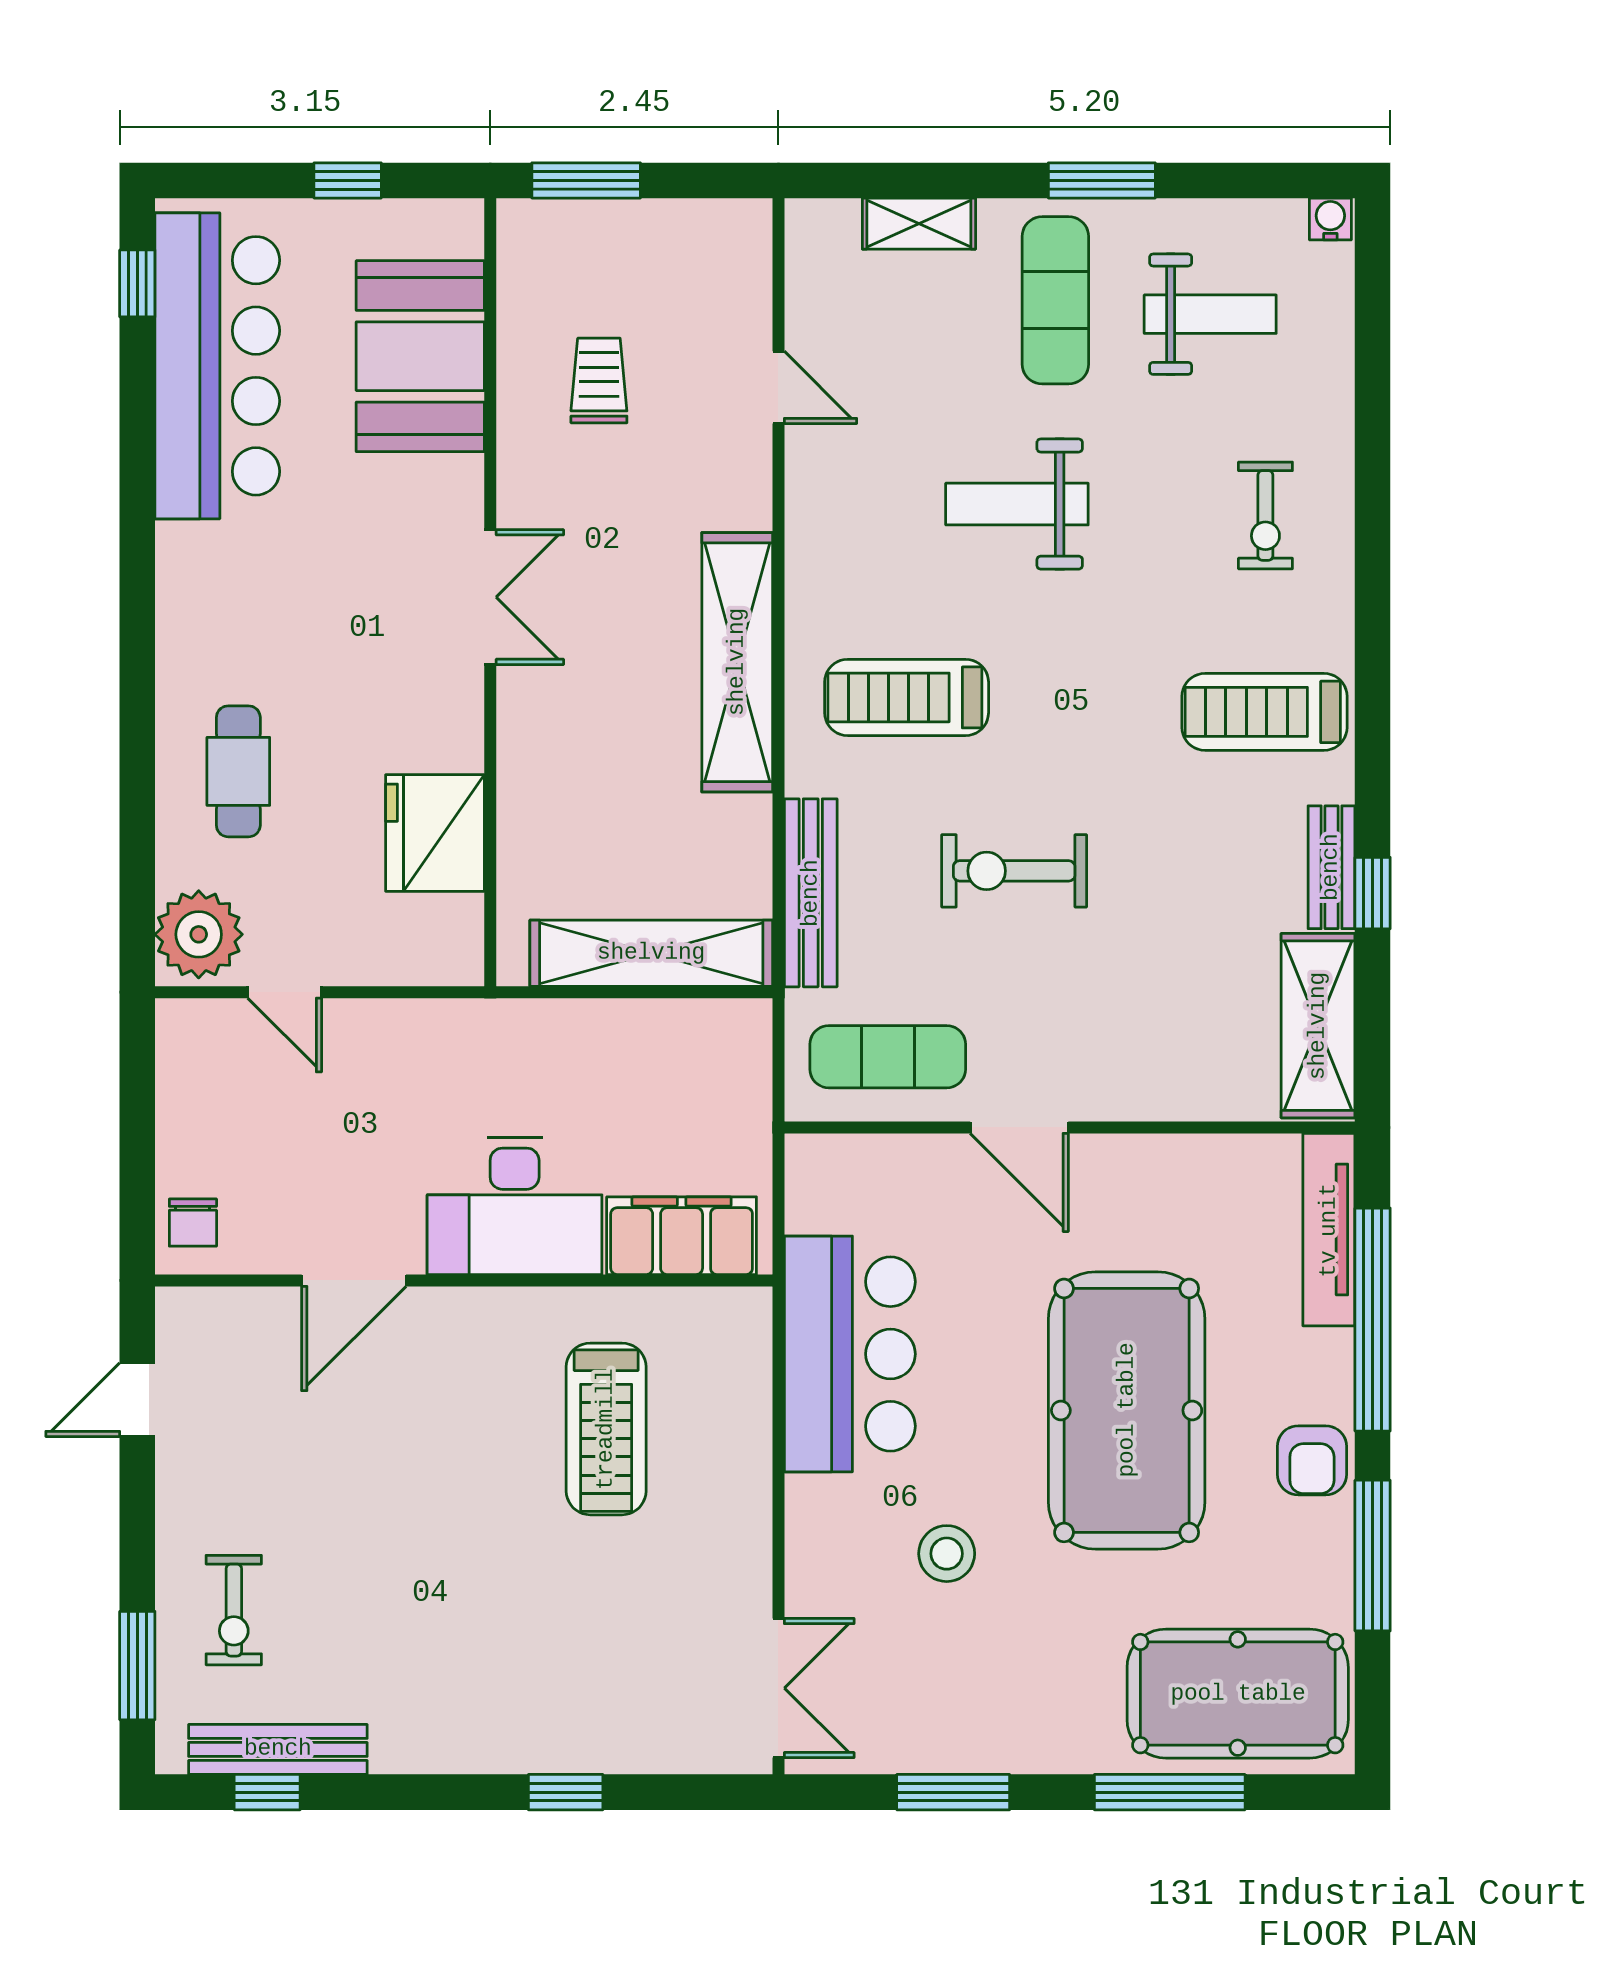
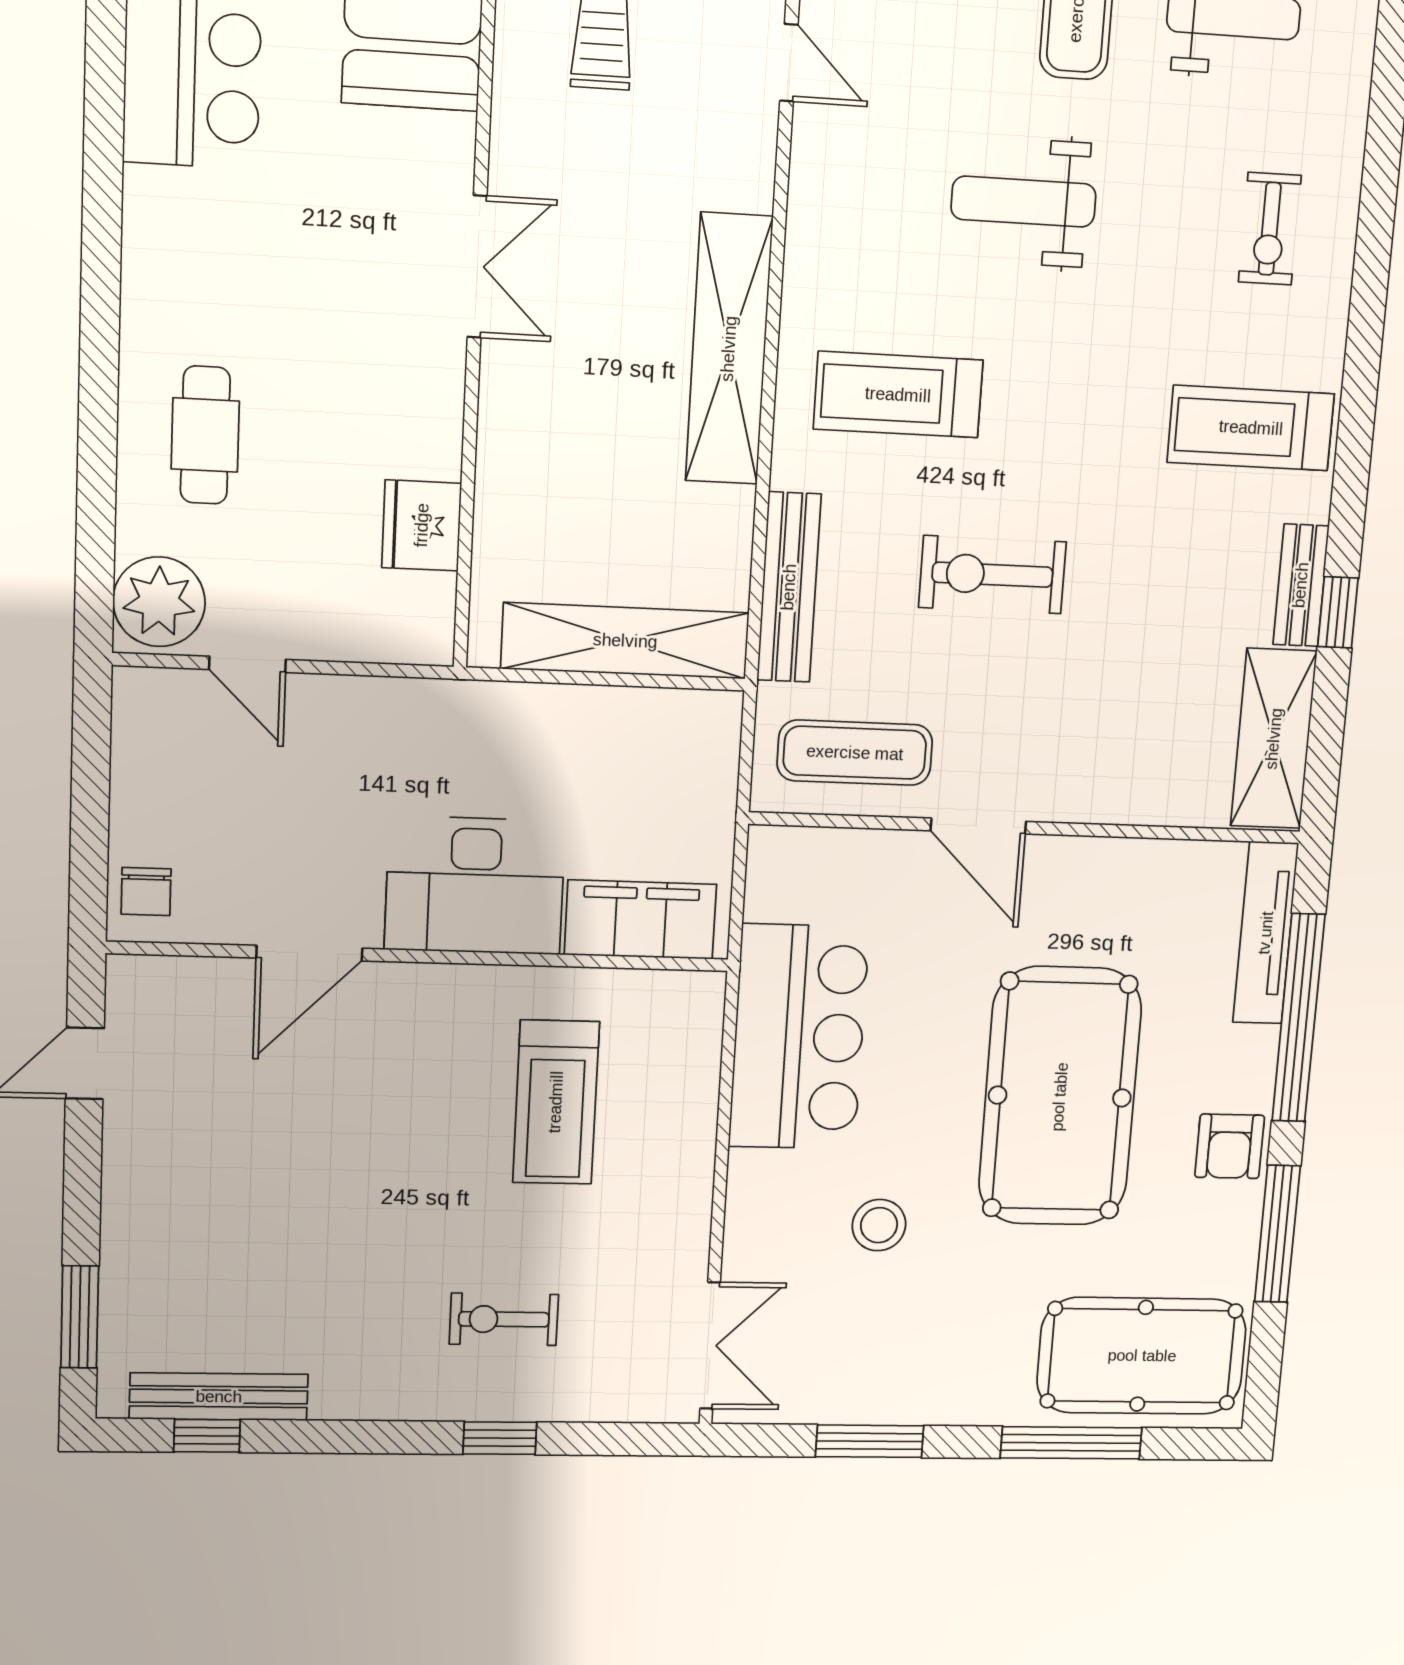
fridge: (435, 833) -> (422, 525), width x0.73, depth x0.75
exercise bike: (234, 1610) -> (504, 1319), moved, turned 90

